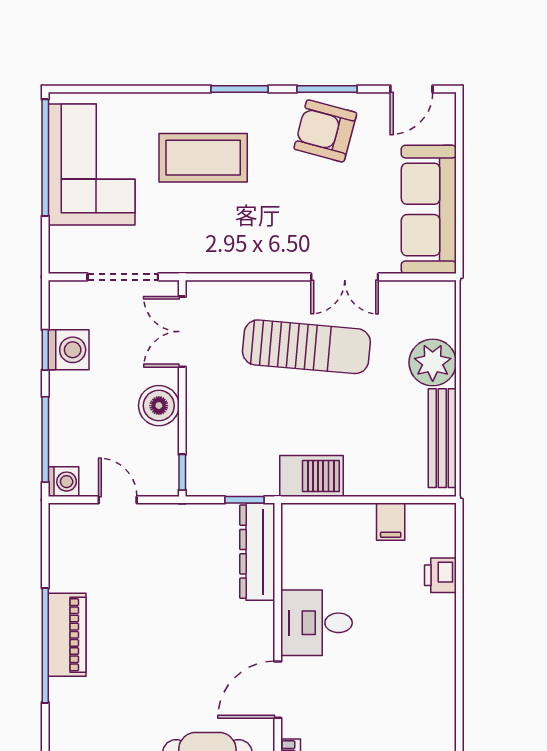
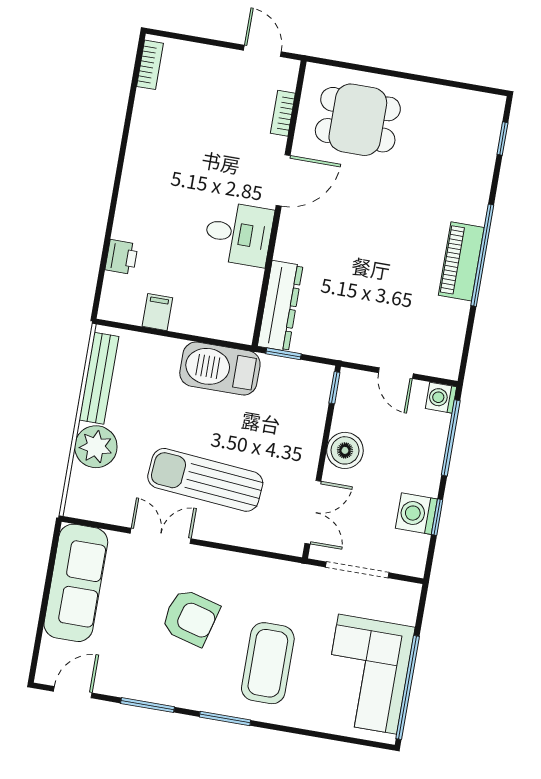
armchair: (325, 131) -> (190, 617), moved
coffee table: (203, 158) -> (268, 663), turned 90
barbecue: (311, 476) -> (220, 369), width x1.37, depth x1.21

